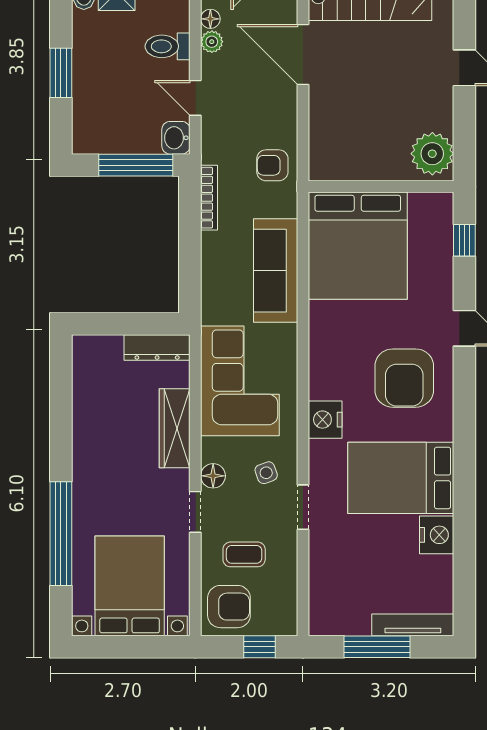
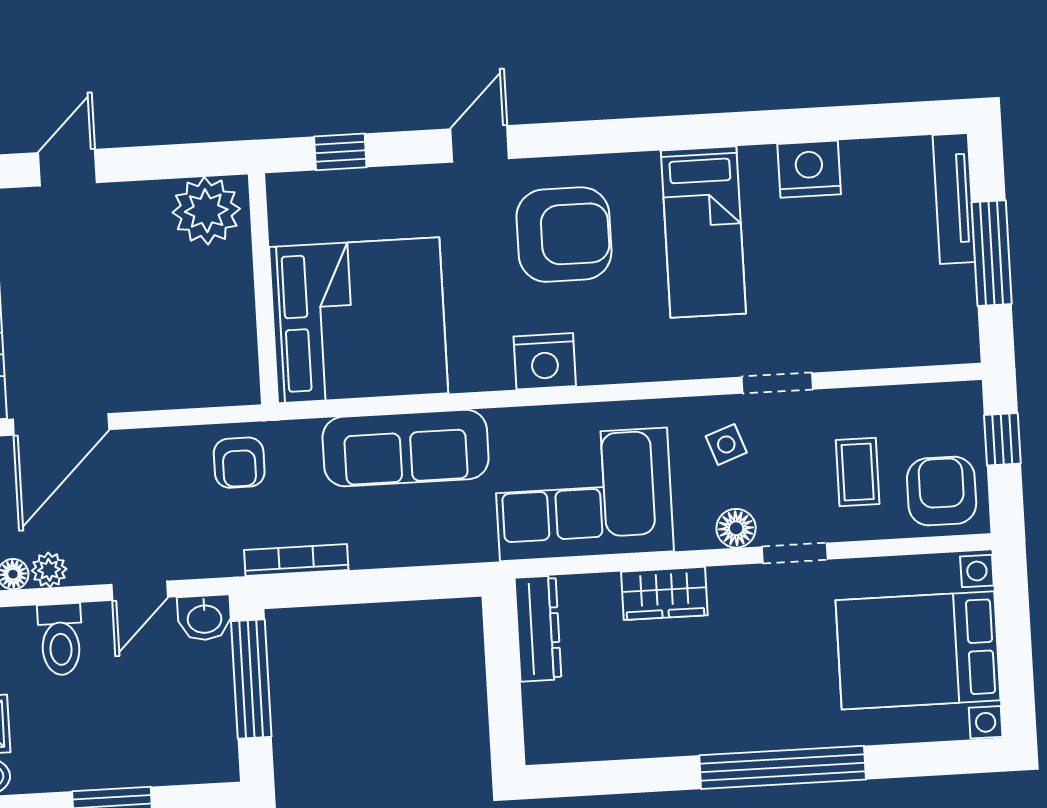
nightstand: (325, 420) -> (545, 361), moved
wardrobe: (175, 428) -> (664, 593), width x0.67
bed: (401, 478) -> (703, 232), width x0.67
window: (61, 534) -> (783, 767), moved

